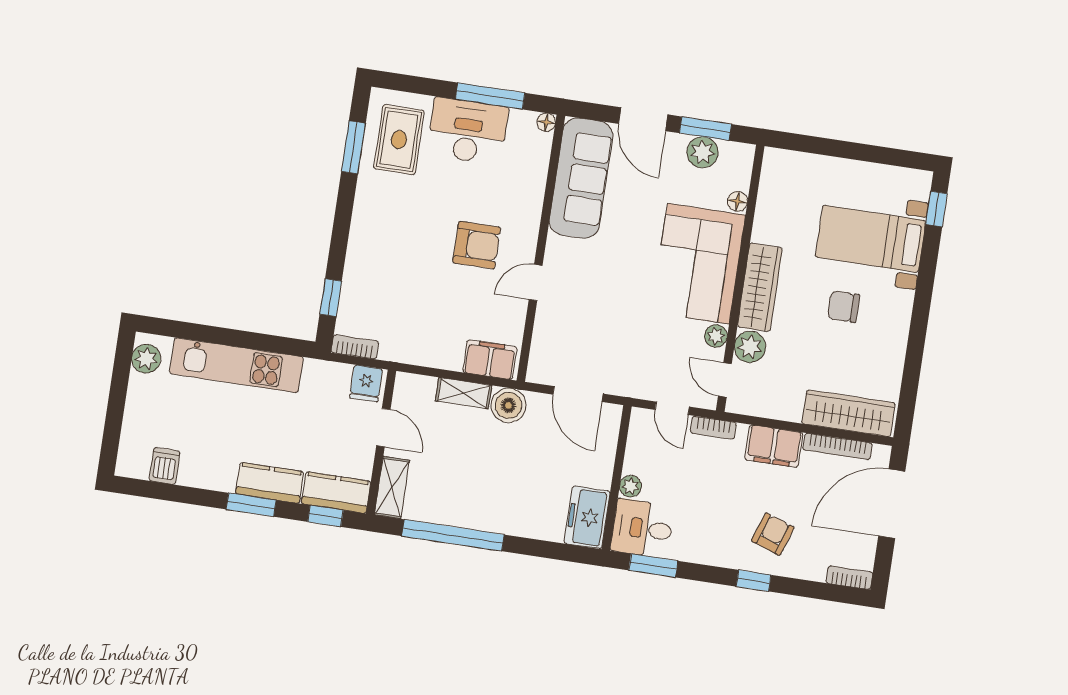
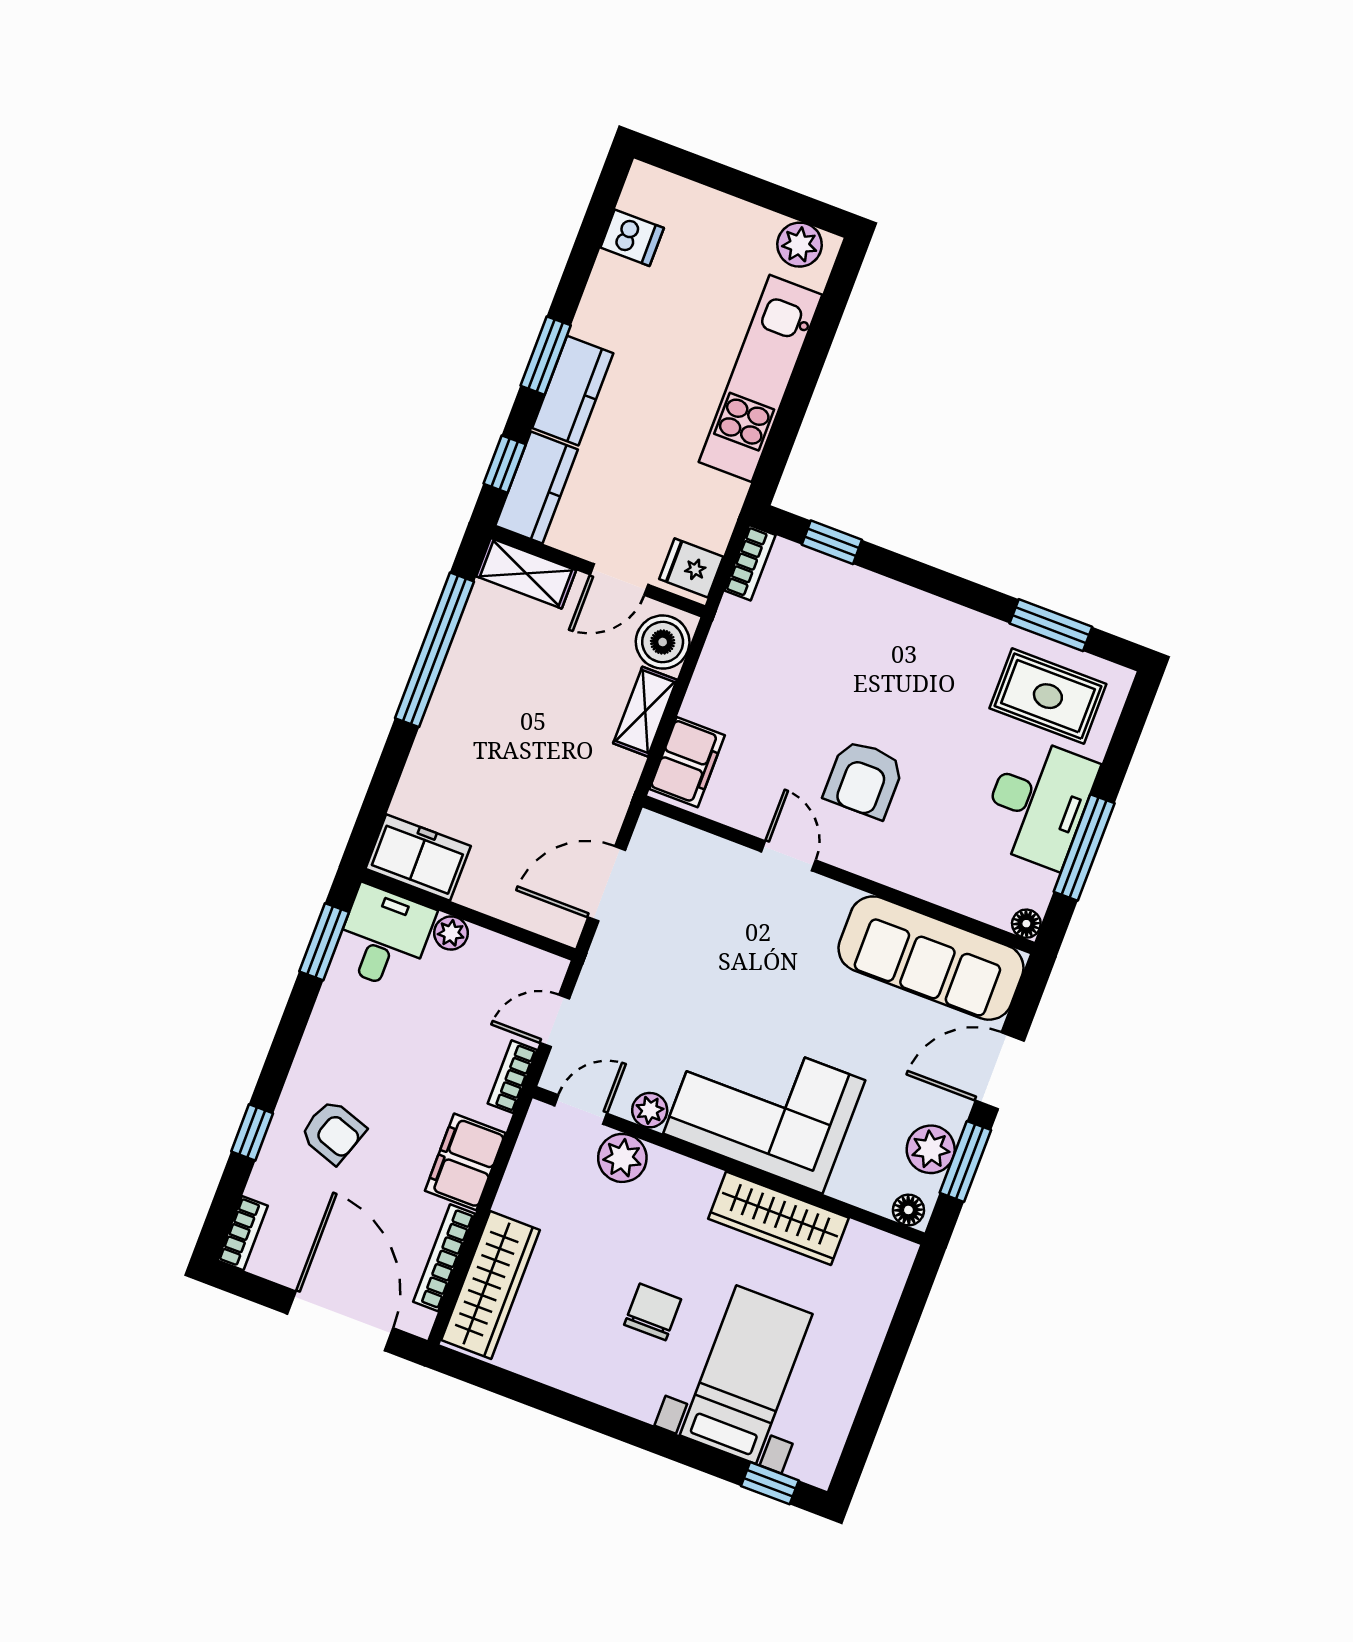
floor lamp: (738, 201) -> (908, 1210), moved
wardrobe: (760, 287) -> (778, 1218), moved
boiler: (508, 405) -> (663, 642), moved
window: (754, 581) -> (252, 1132), moved

